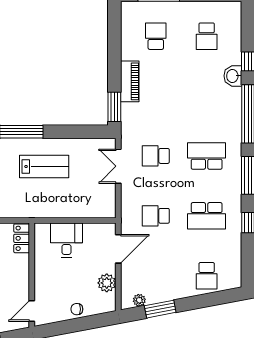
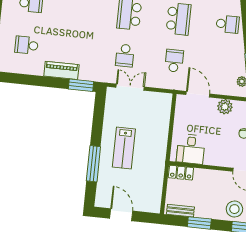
lab bench: (44, 166) -> (124, 148), turned 180
double door: (118, 166) -> (130, 87), swing flipped
school desk: (156, 216) -> (174, 61), turned 180
desk: (67, 240) -> (191, 149), moved, turned -90

